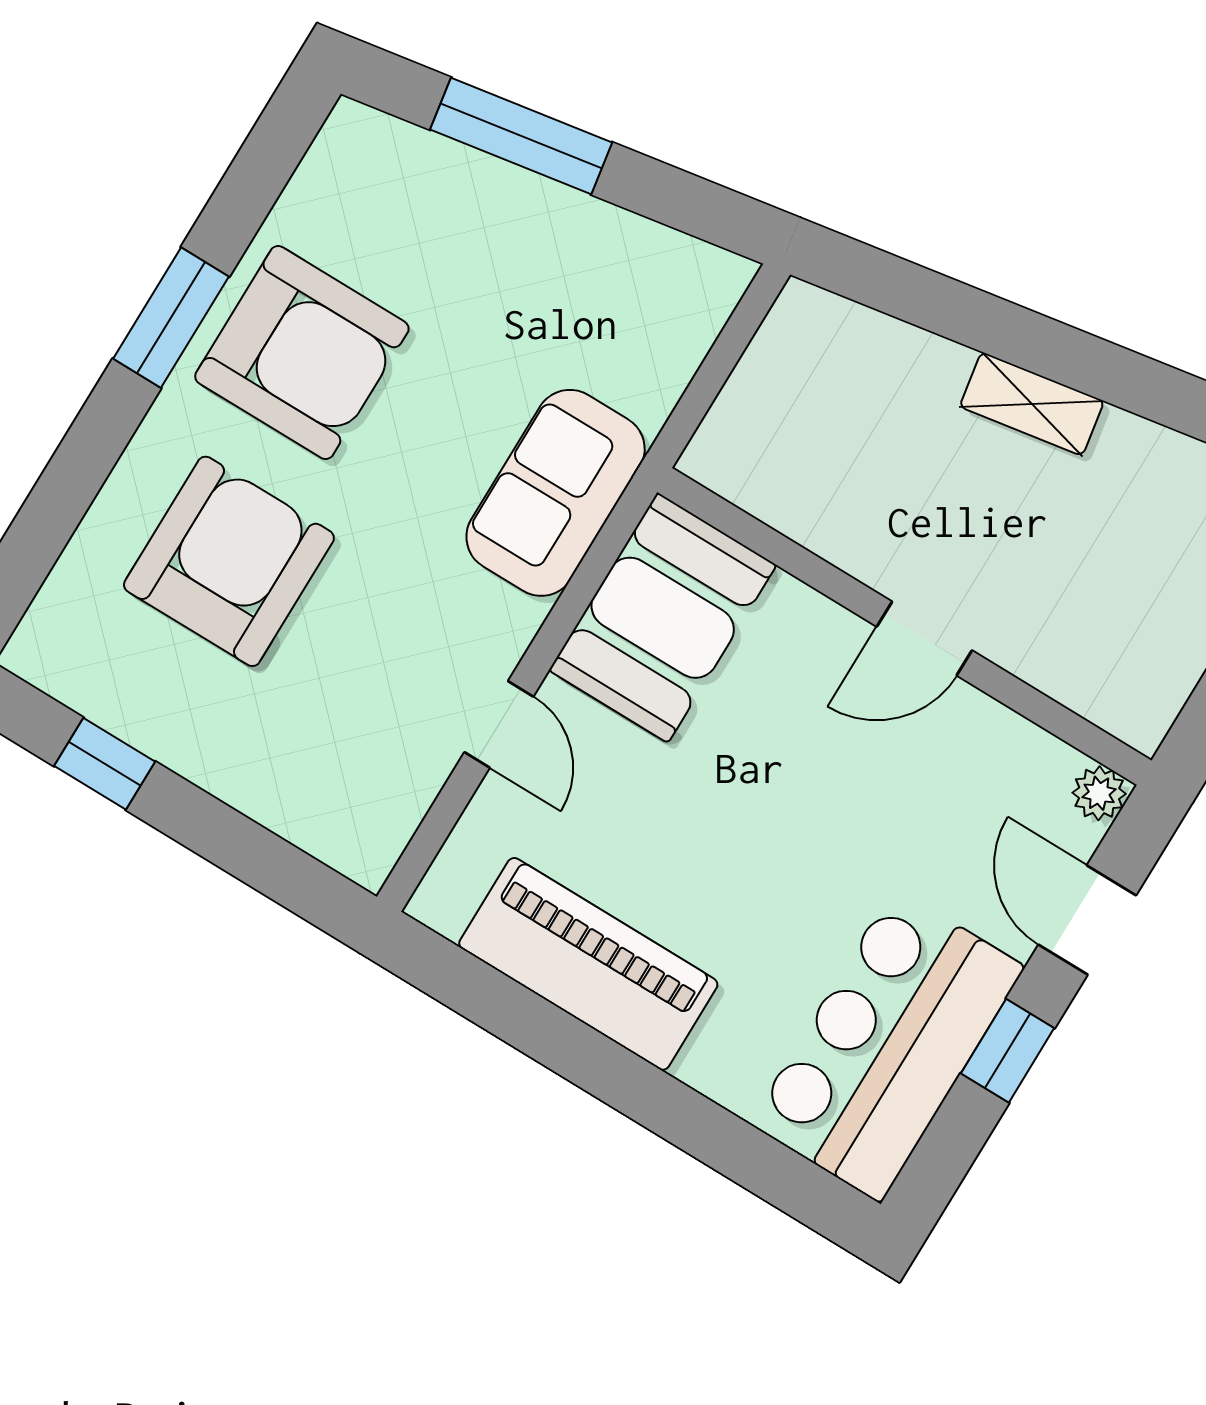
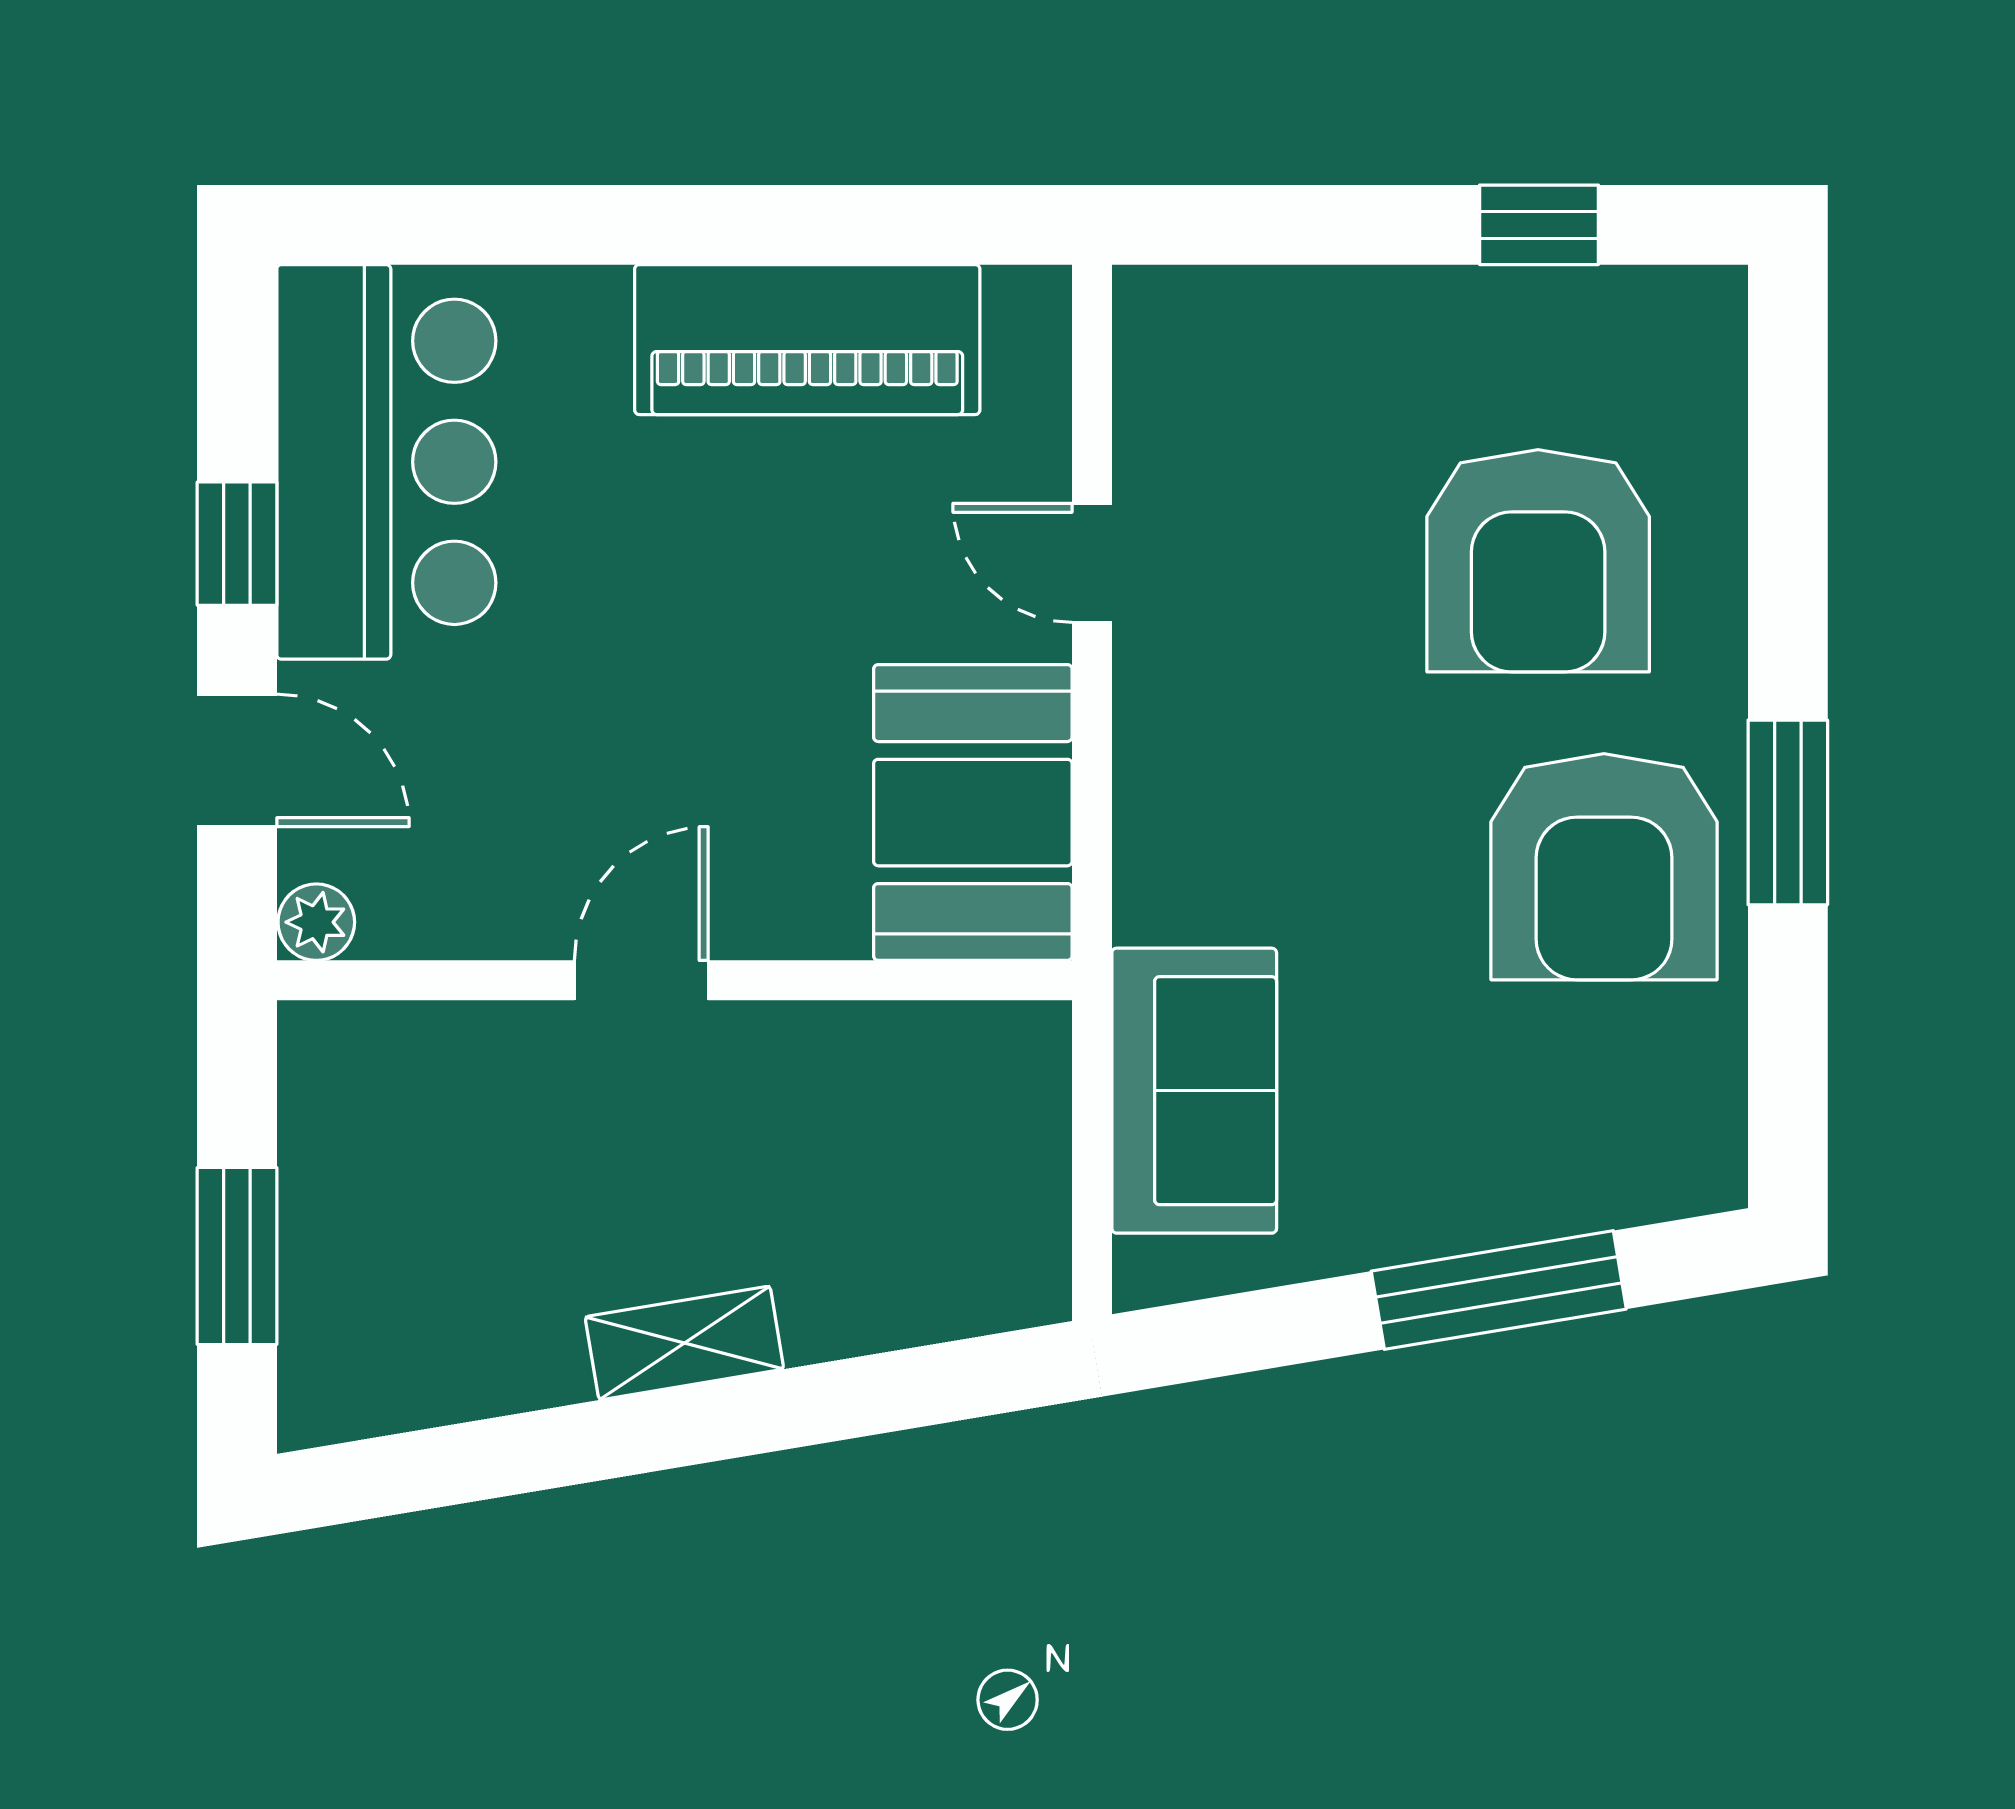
armchair: (302, 353) -> (1604, 867), turned -90
sofa: (556, 493) -> (1194, 1091), moved

